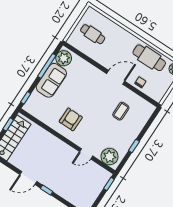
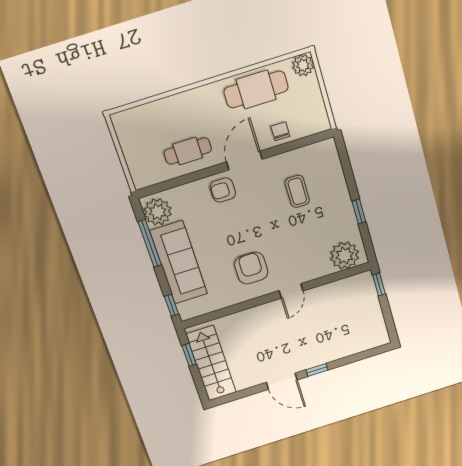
cafe table: (93, 34) -> (188, 151), moved
armchair: (96, 79) -> (223, 190), added
sofa: (51, 80) -> (179, 262), width x1.36
door: (86, 154) -> (291, 291), moved
door: (28, 178) -> (282, 381), hinge flipped

